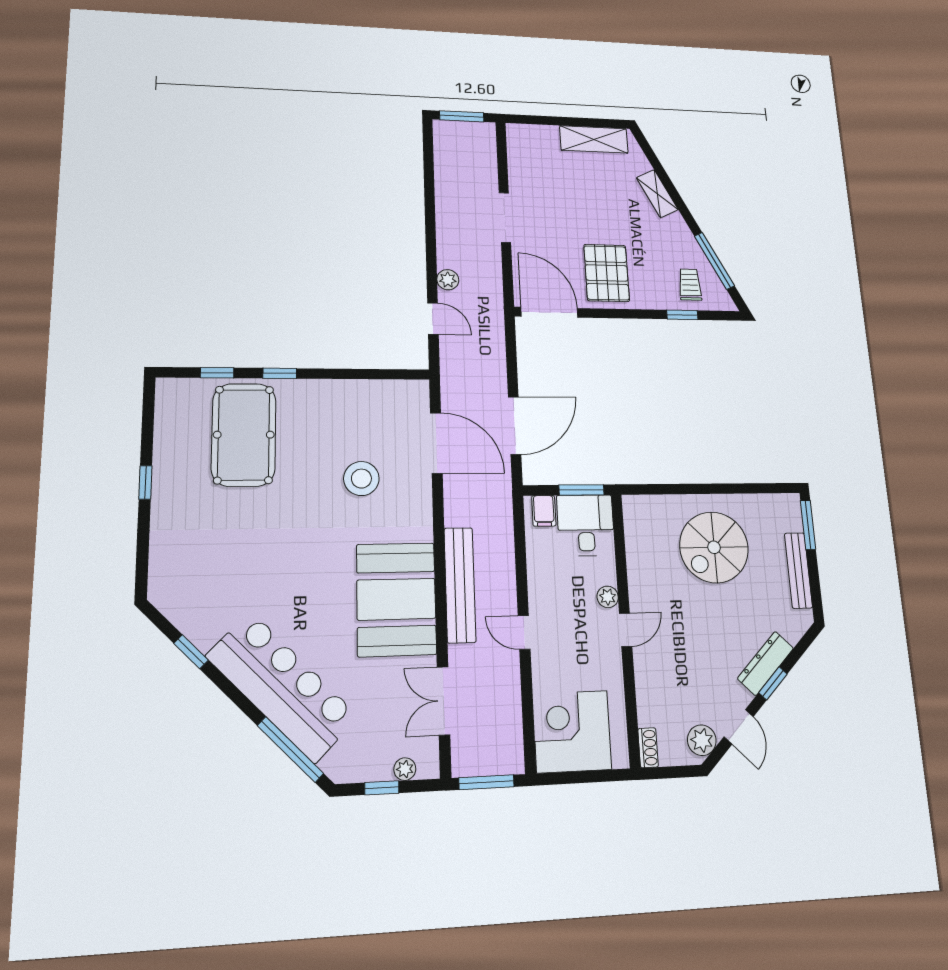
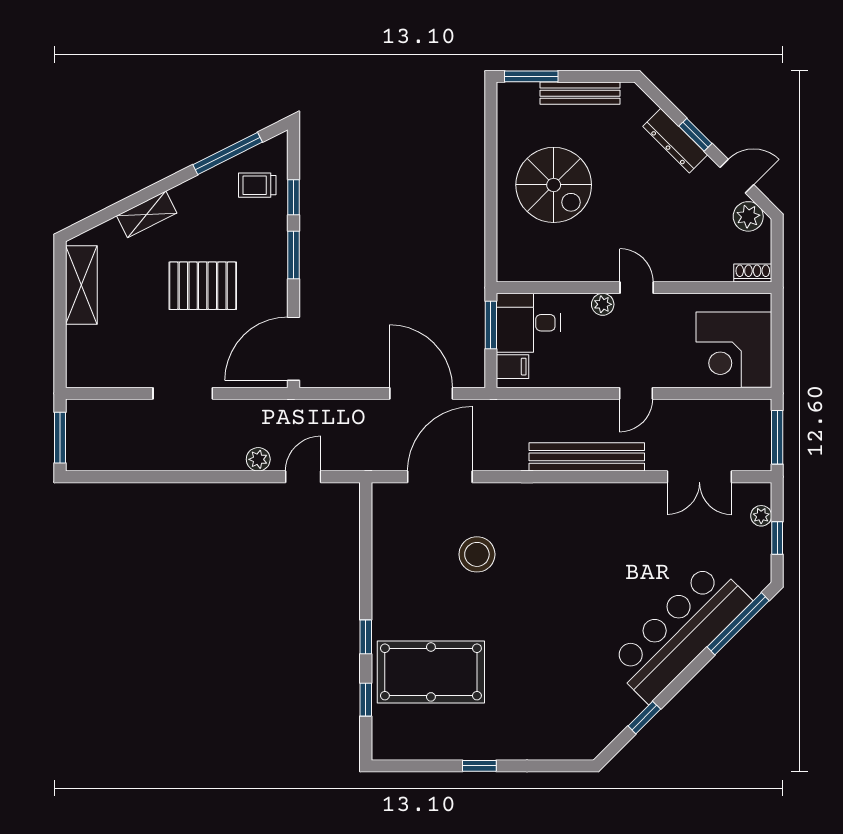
pallet: (607, 273) -> (203, 286), moved
window: (632, 314) -> (293, 255), added
booth: (396, 599) -> (600, 521), removed

